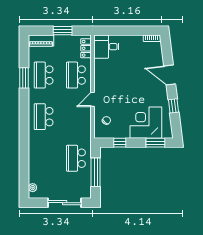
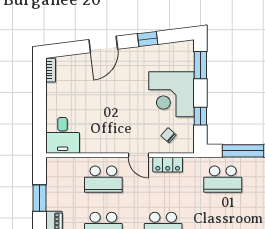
locker: (86, 48) -> (168, 165), moved
corner desk: (146, 123) -> (172, 94), moved

